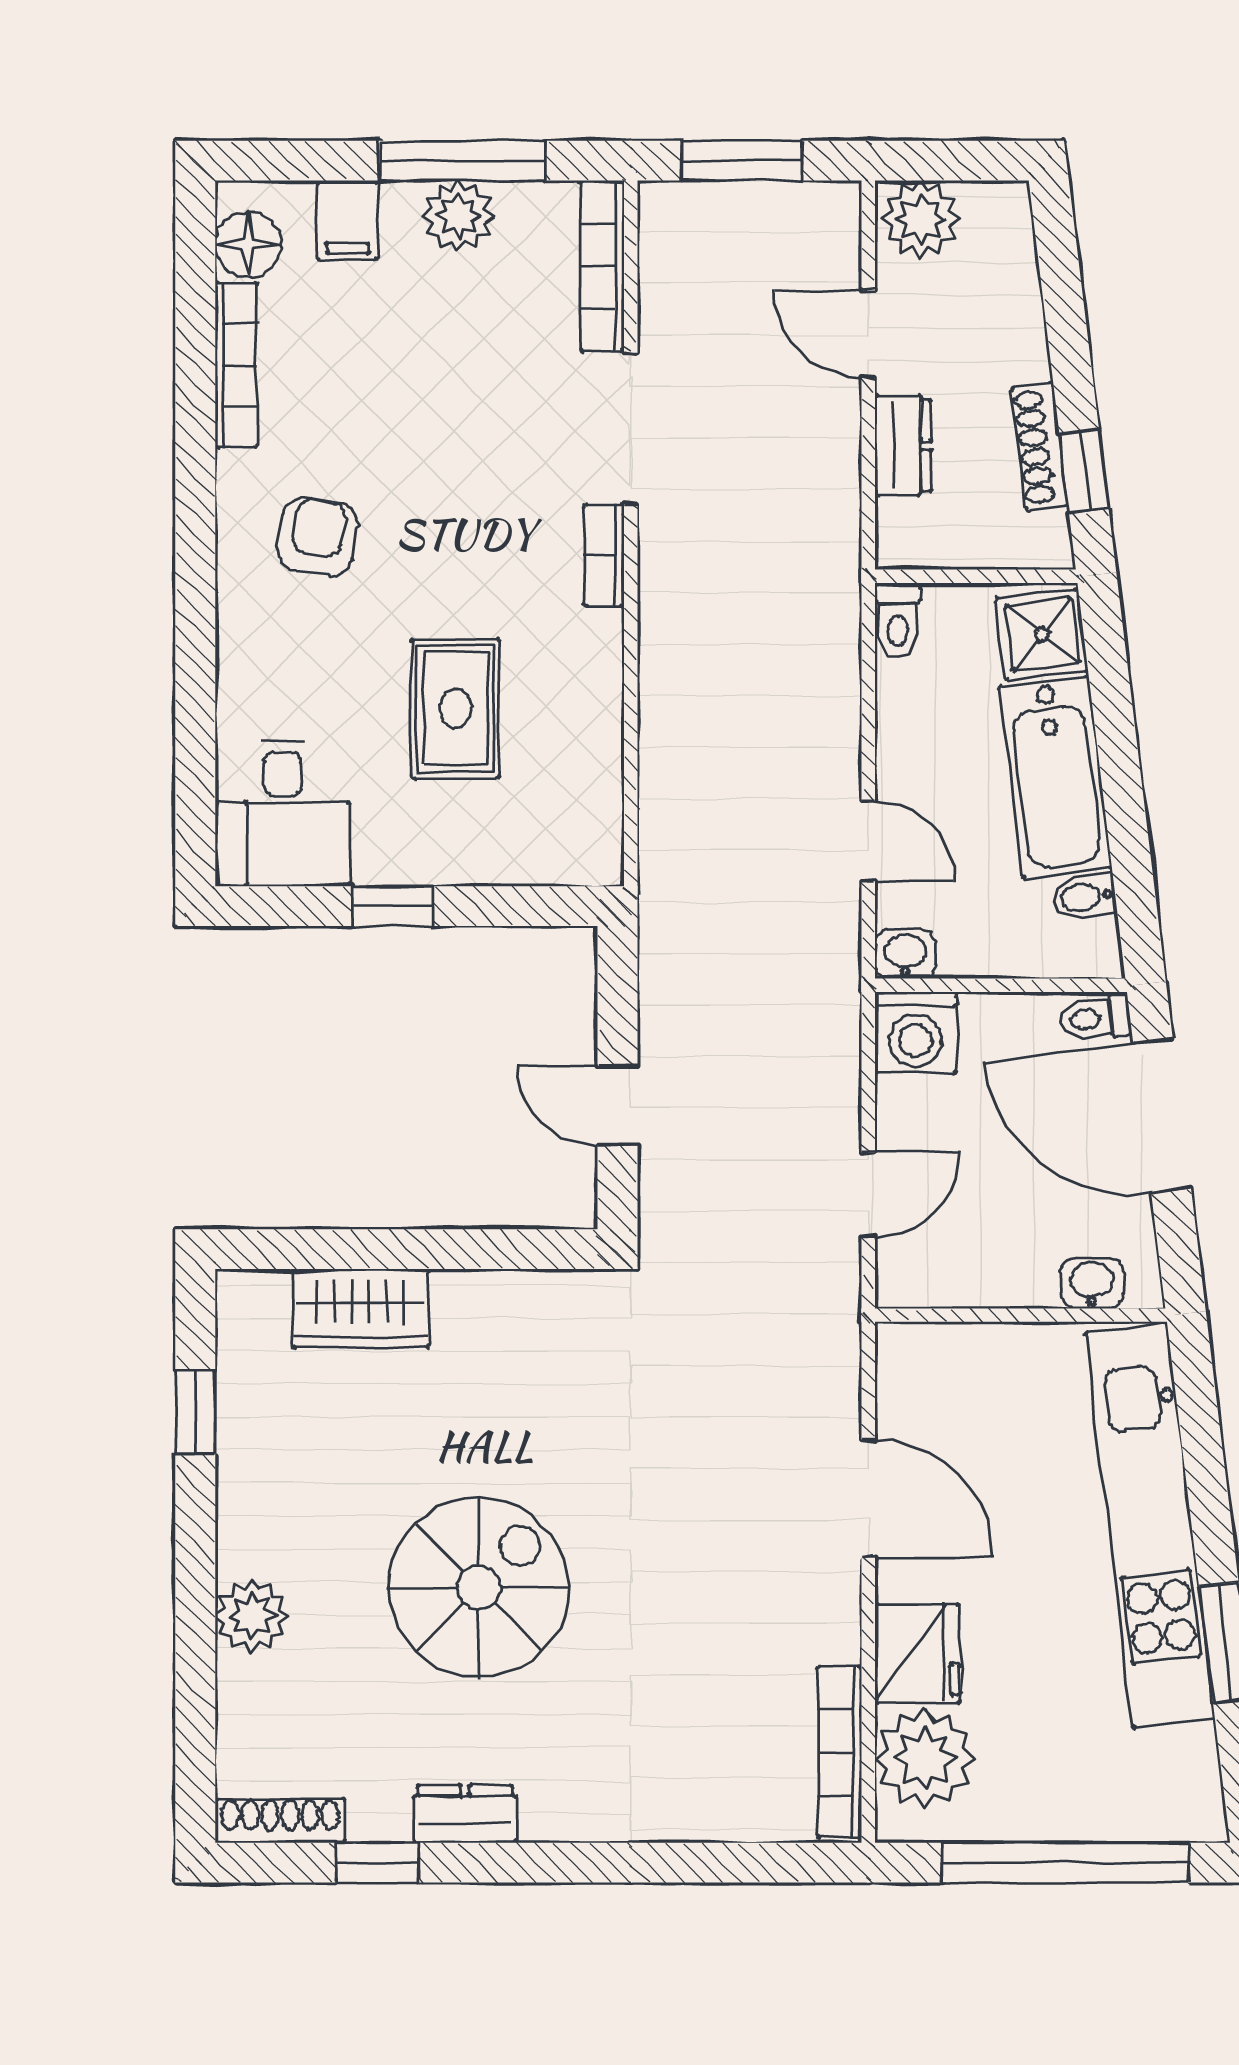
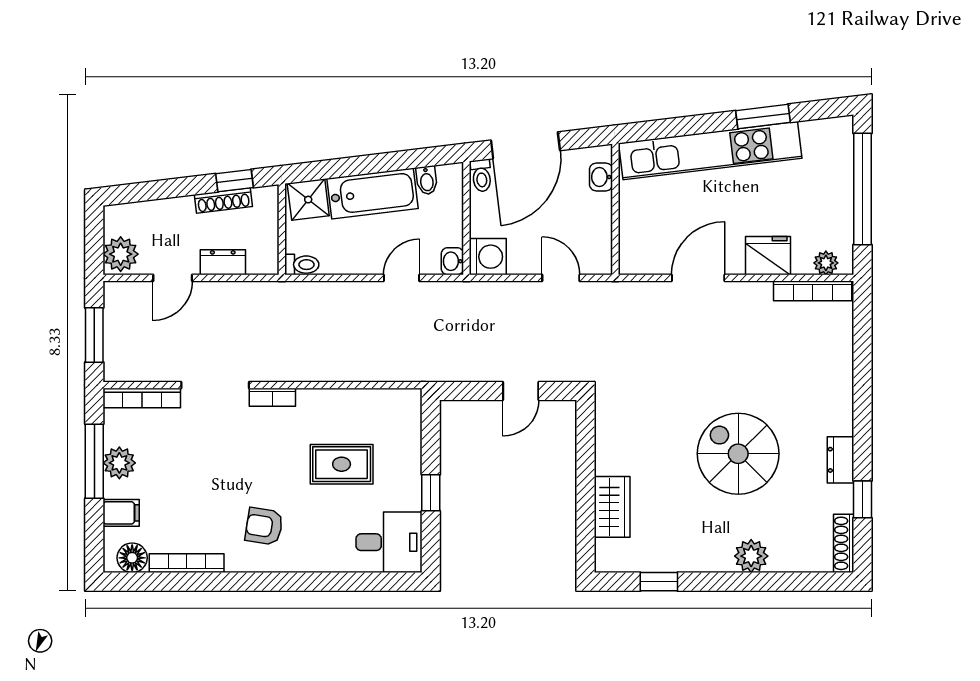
plant: (925, 1758) -> (826, 263), width x0.53, depth x0.53

